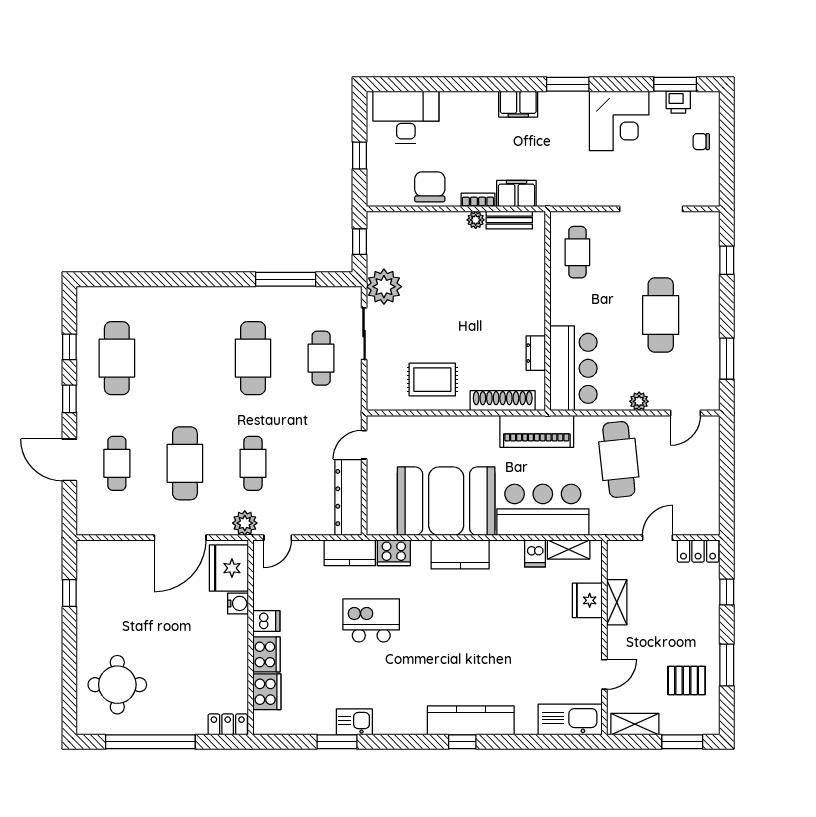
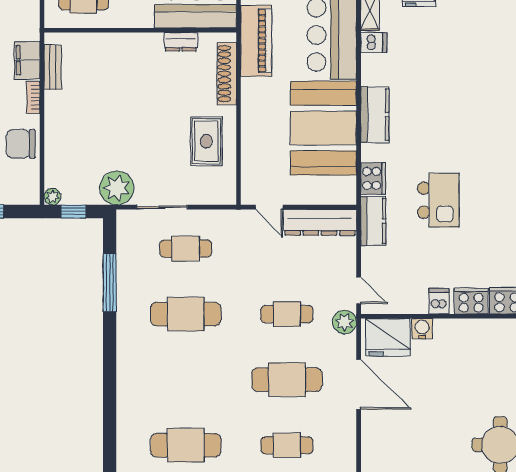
plant: (476, 220) -> (53, 197), moved
kitchen island: (371, 620) -> (438, 200), turned 180

